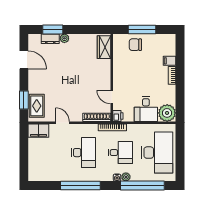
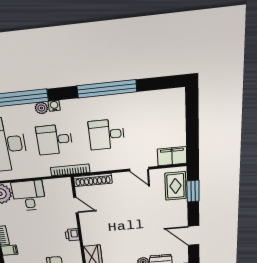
printer: (118, 116) -> (72, 235), moved
desk: (84, 153) -> (106, 134), width x0.73

